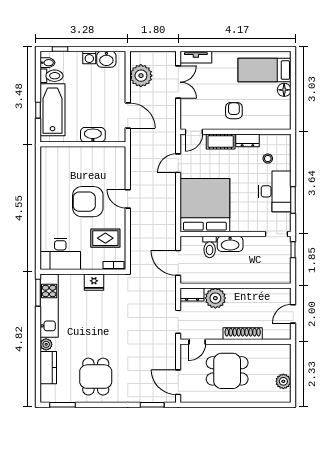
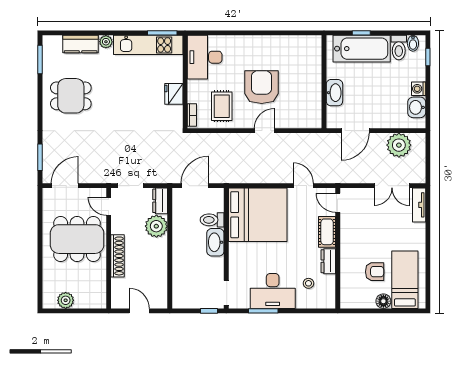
armchair: (234, 111) -> (375, 272), moved
dining table: (227, 371) -> (77, 239), width x1.38

